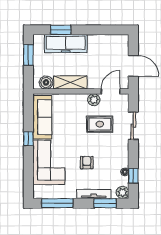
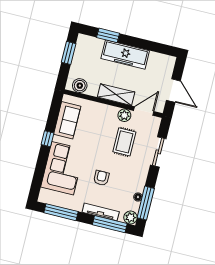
freezer: (66, 44) -> (125, 55), moved
shelving: (70, 82) -> (116, 95), moved
sofa: (42, 117) -> (67, 120), width x0.73
rug: (100, 124) -> (124, 142), turned 90
window: (133, 176) -> (146, 203), width x2.17
window: (105, 203) -> (110, 224), width x1.44

